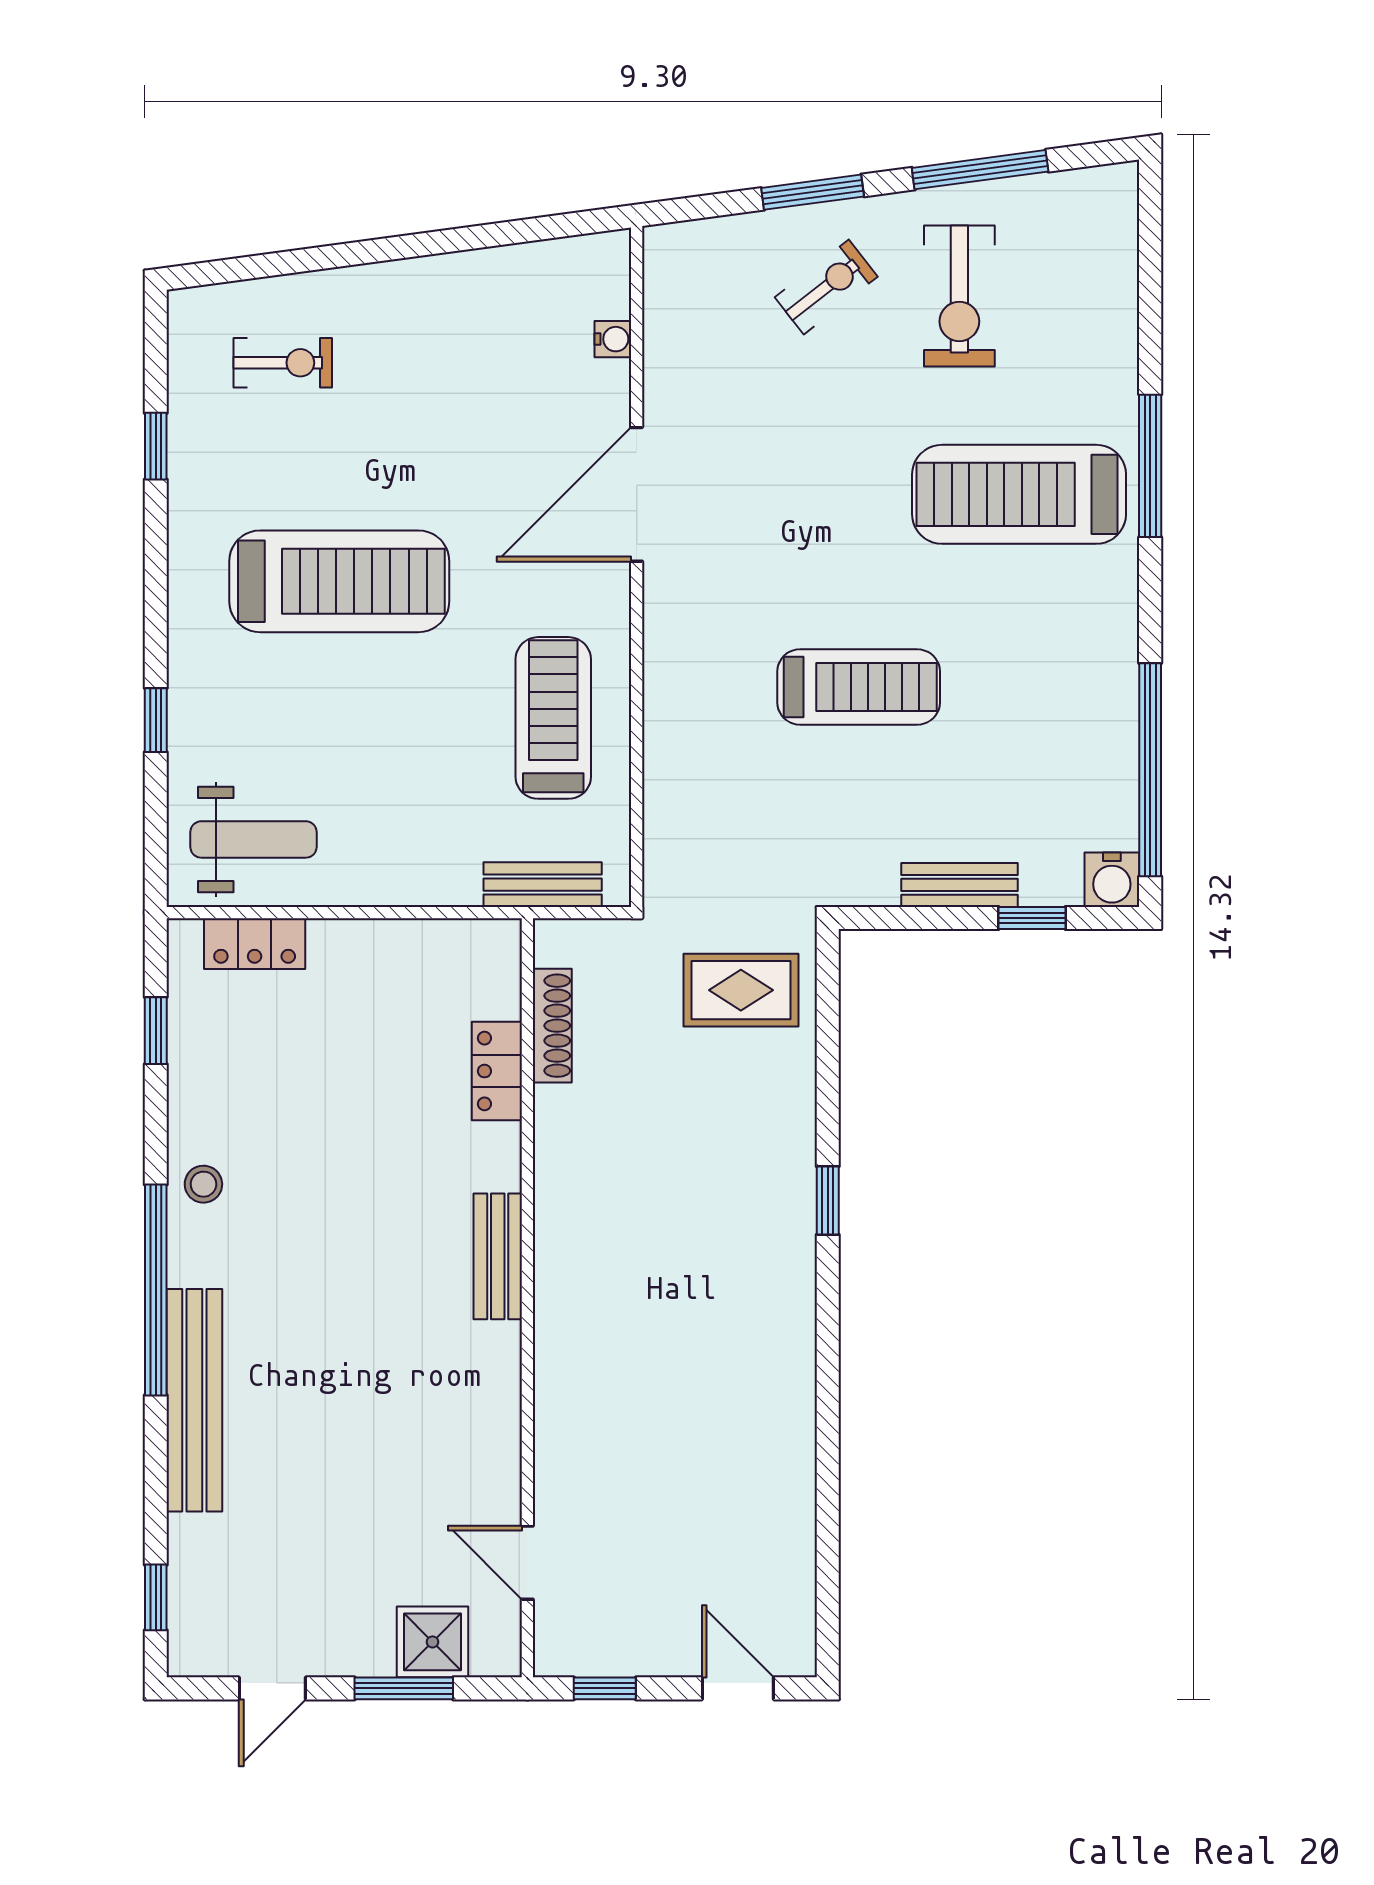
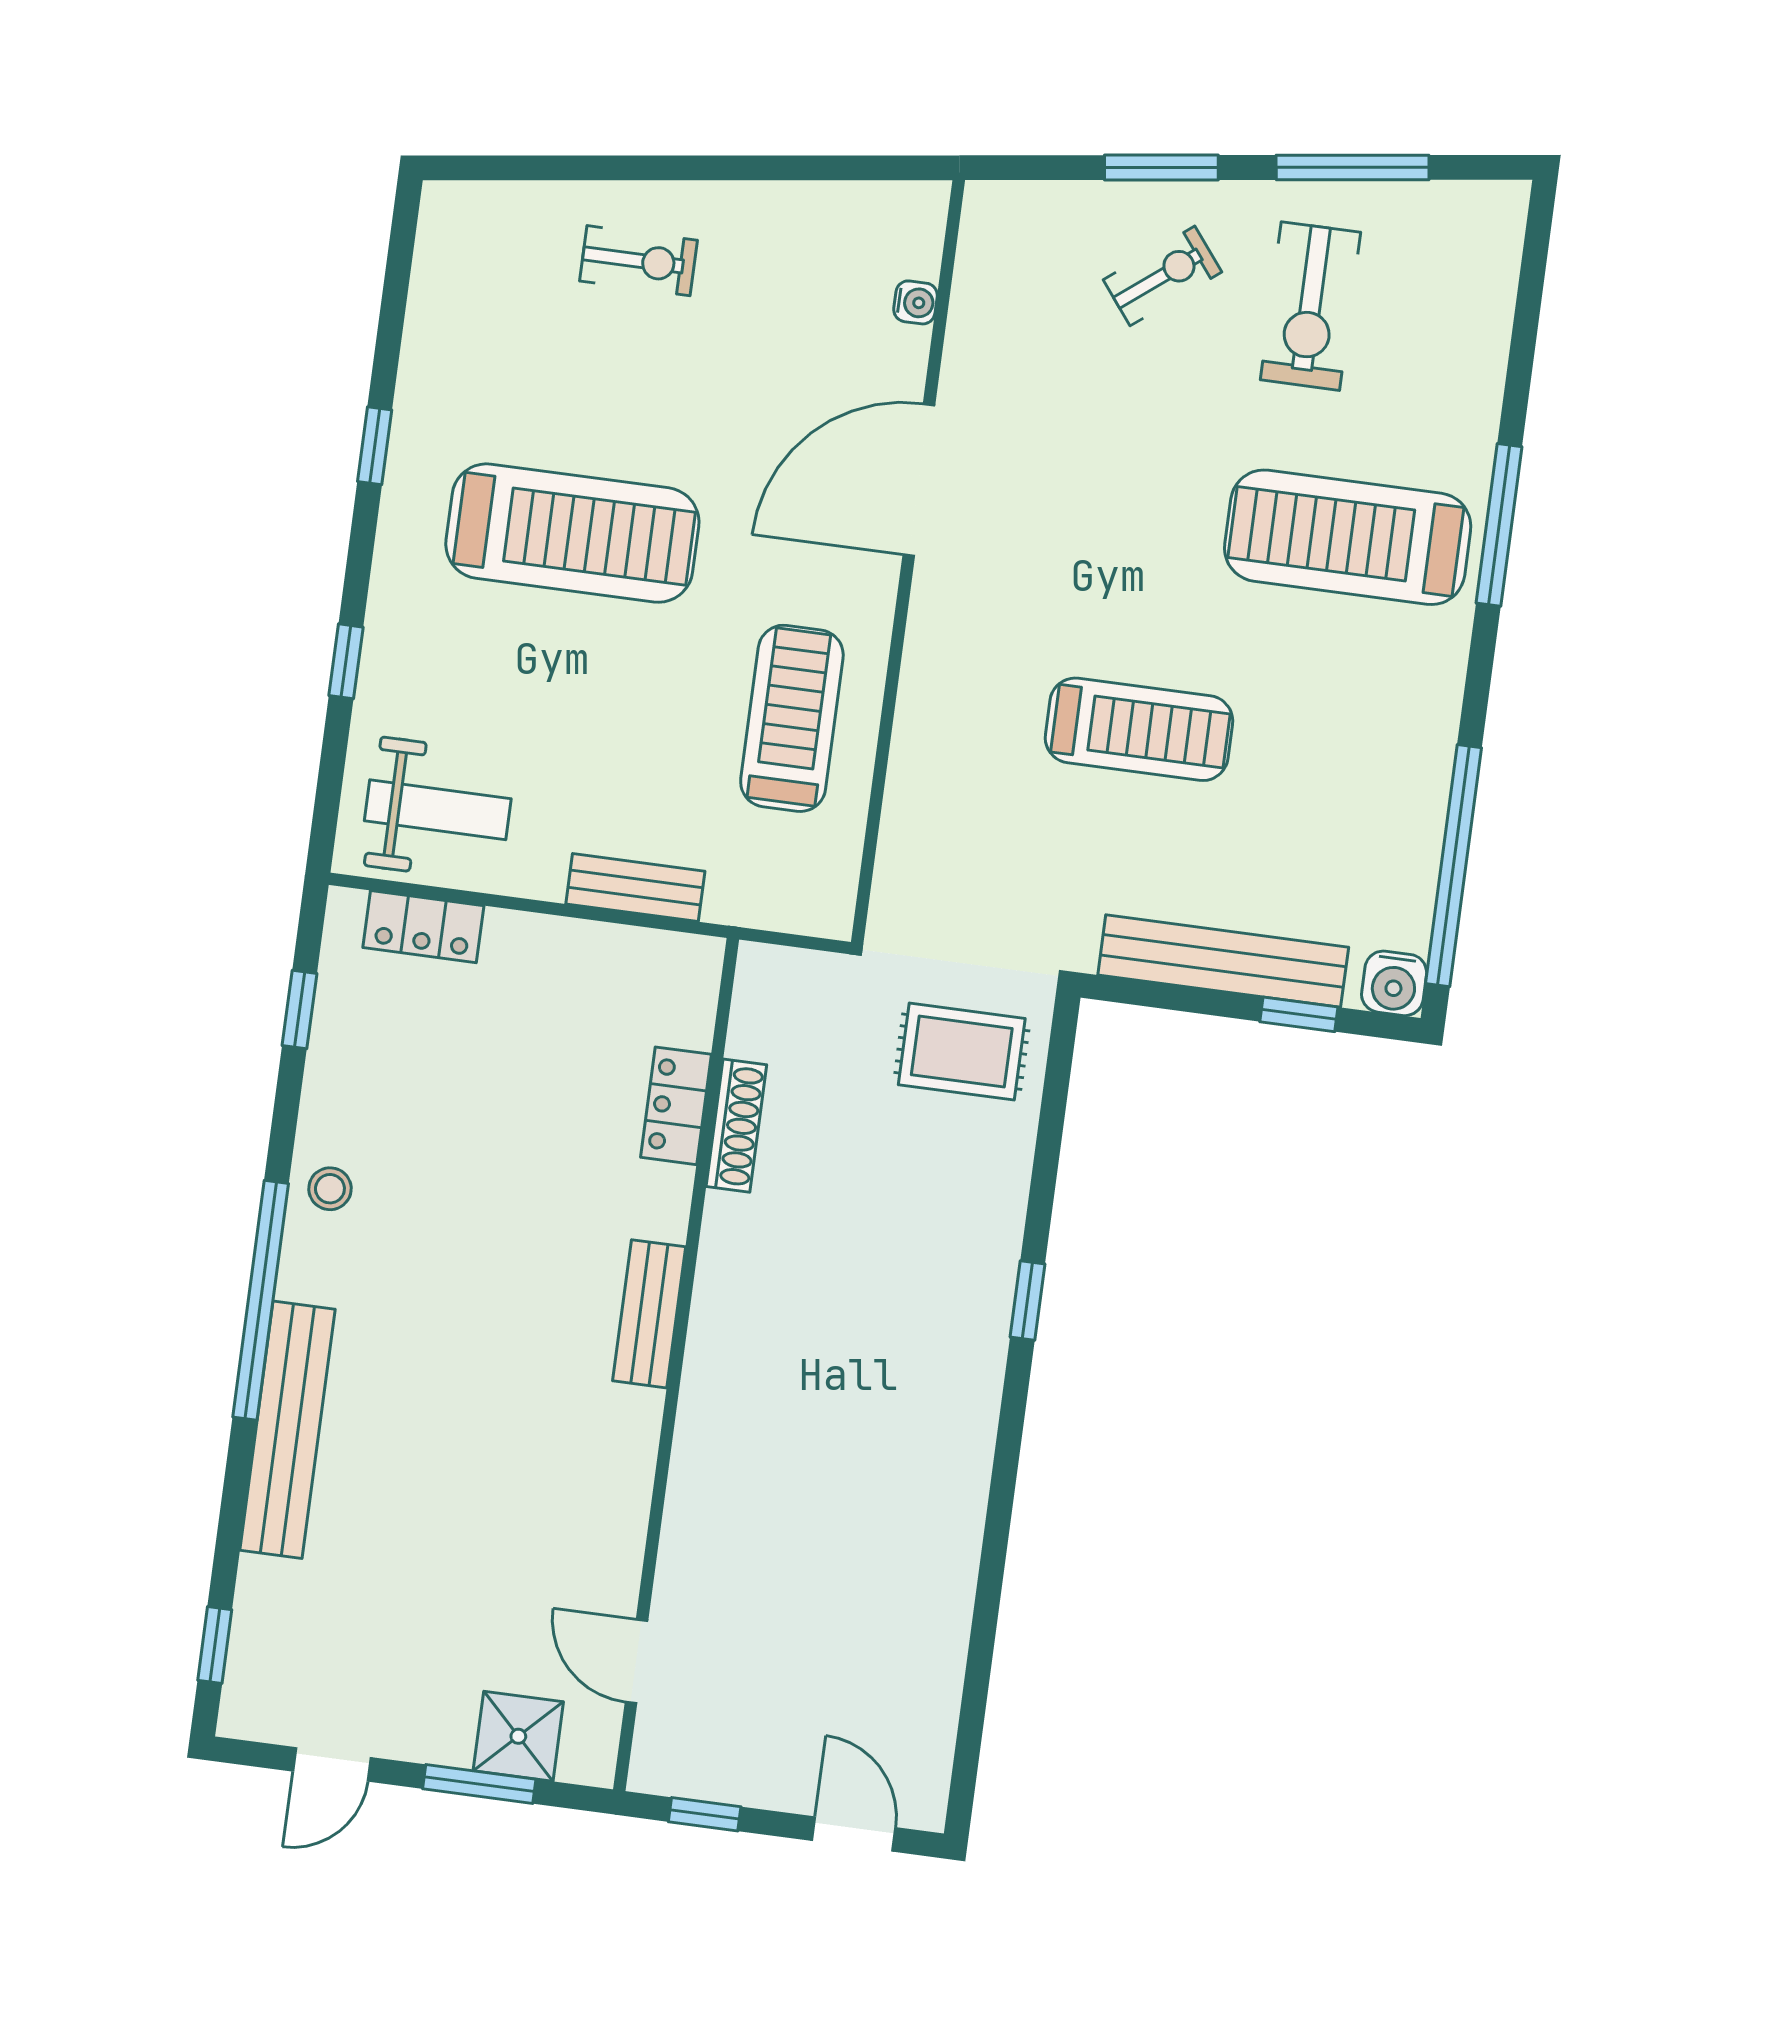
exercise bike: (283, 363) -> (638, 261), moved
window: (156, 446) -> (375, 446), moved
bench: (543, 885) -> (635, 888), moved
bench: (960, 885) -> (1223, 961), width x1.86, depth x1.21
shoe rack: (552, 1026) -> (736, 1126), moved

